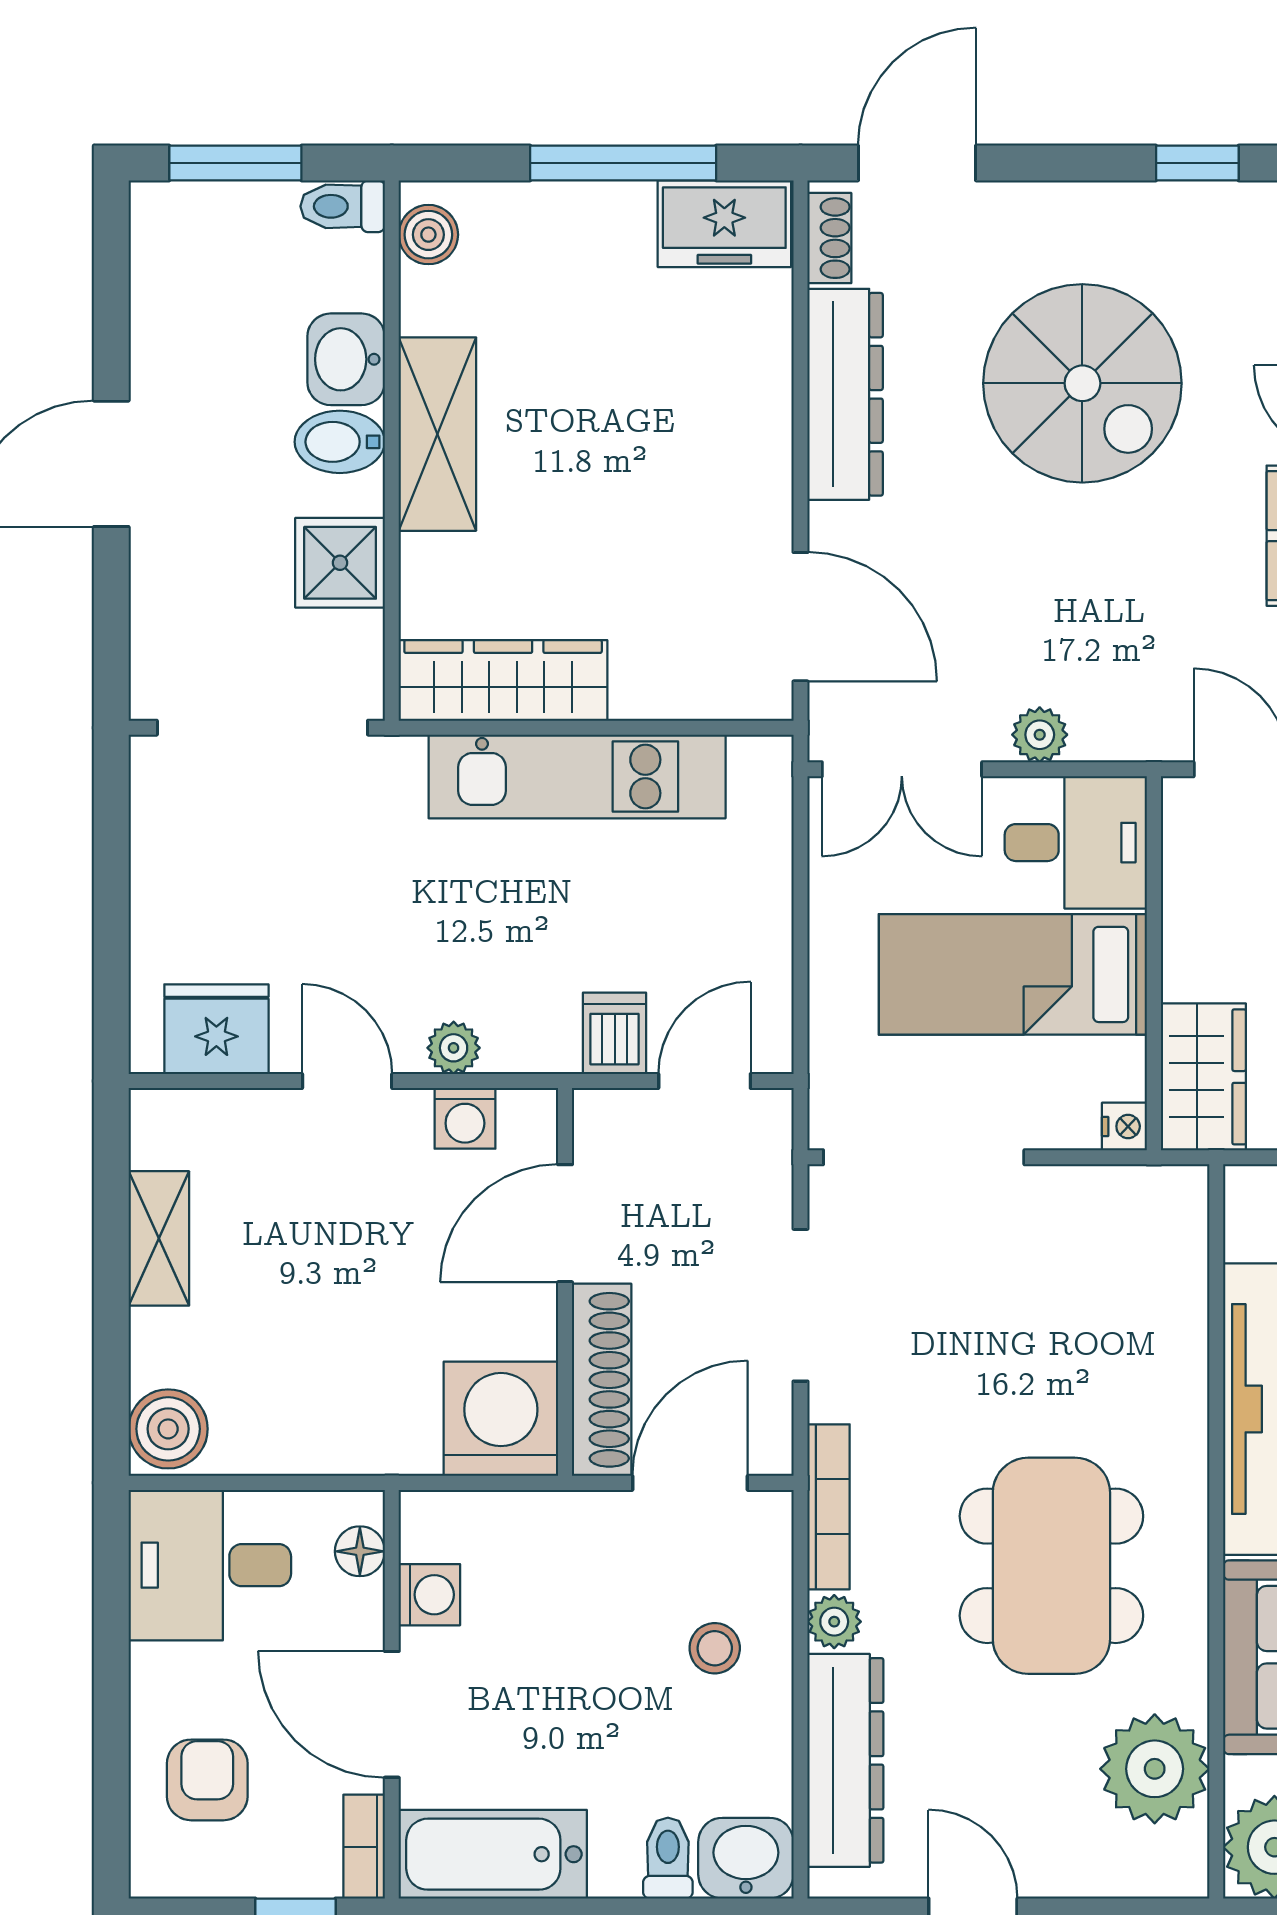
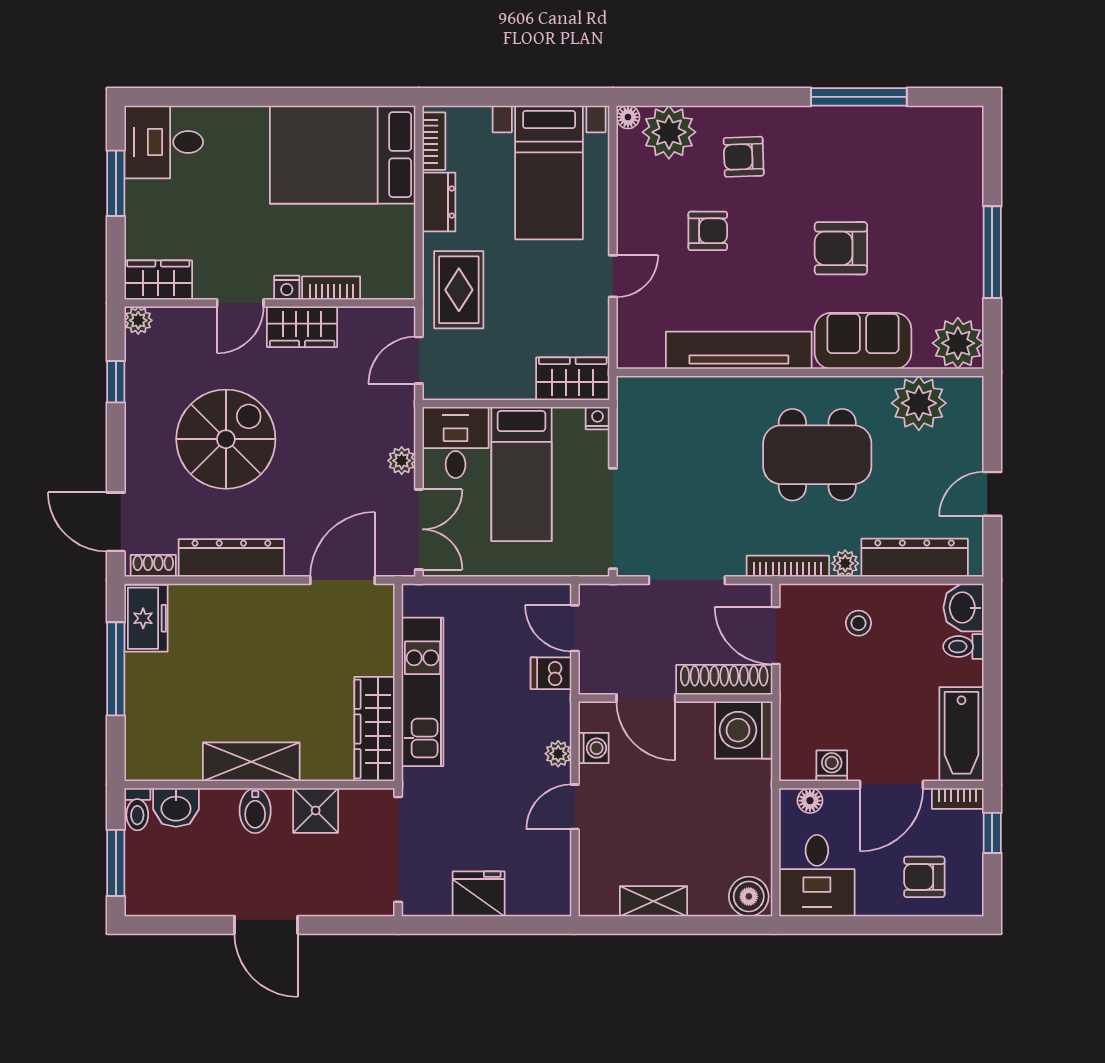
boiler: (428, 235) -> (151, 766), removed
washbasin: (346, 359) -> (176, 807), moved
fridge: (216, 1029) -> (479, 894), moved, turned 90

